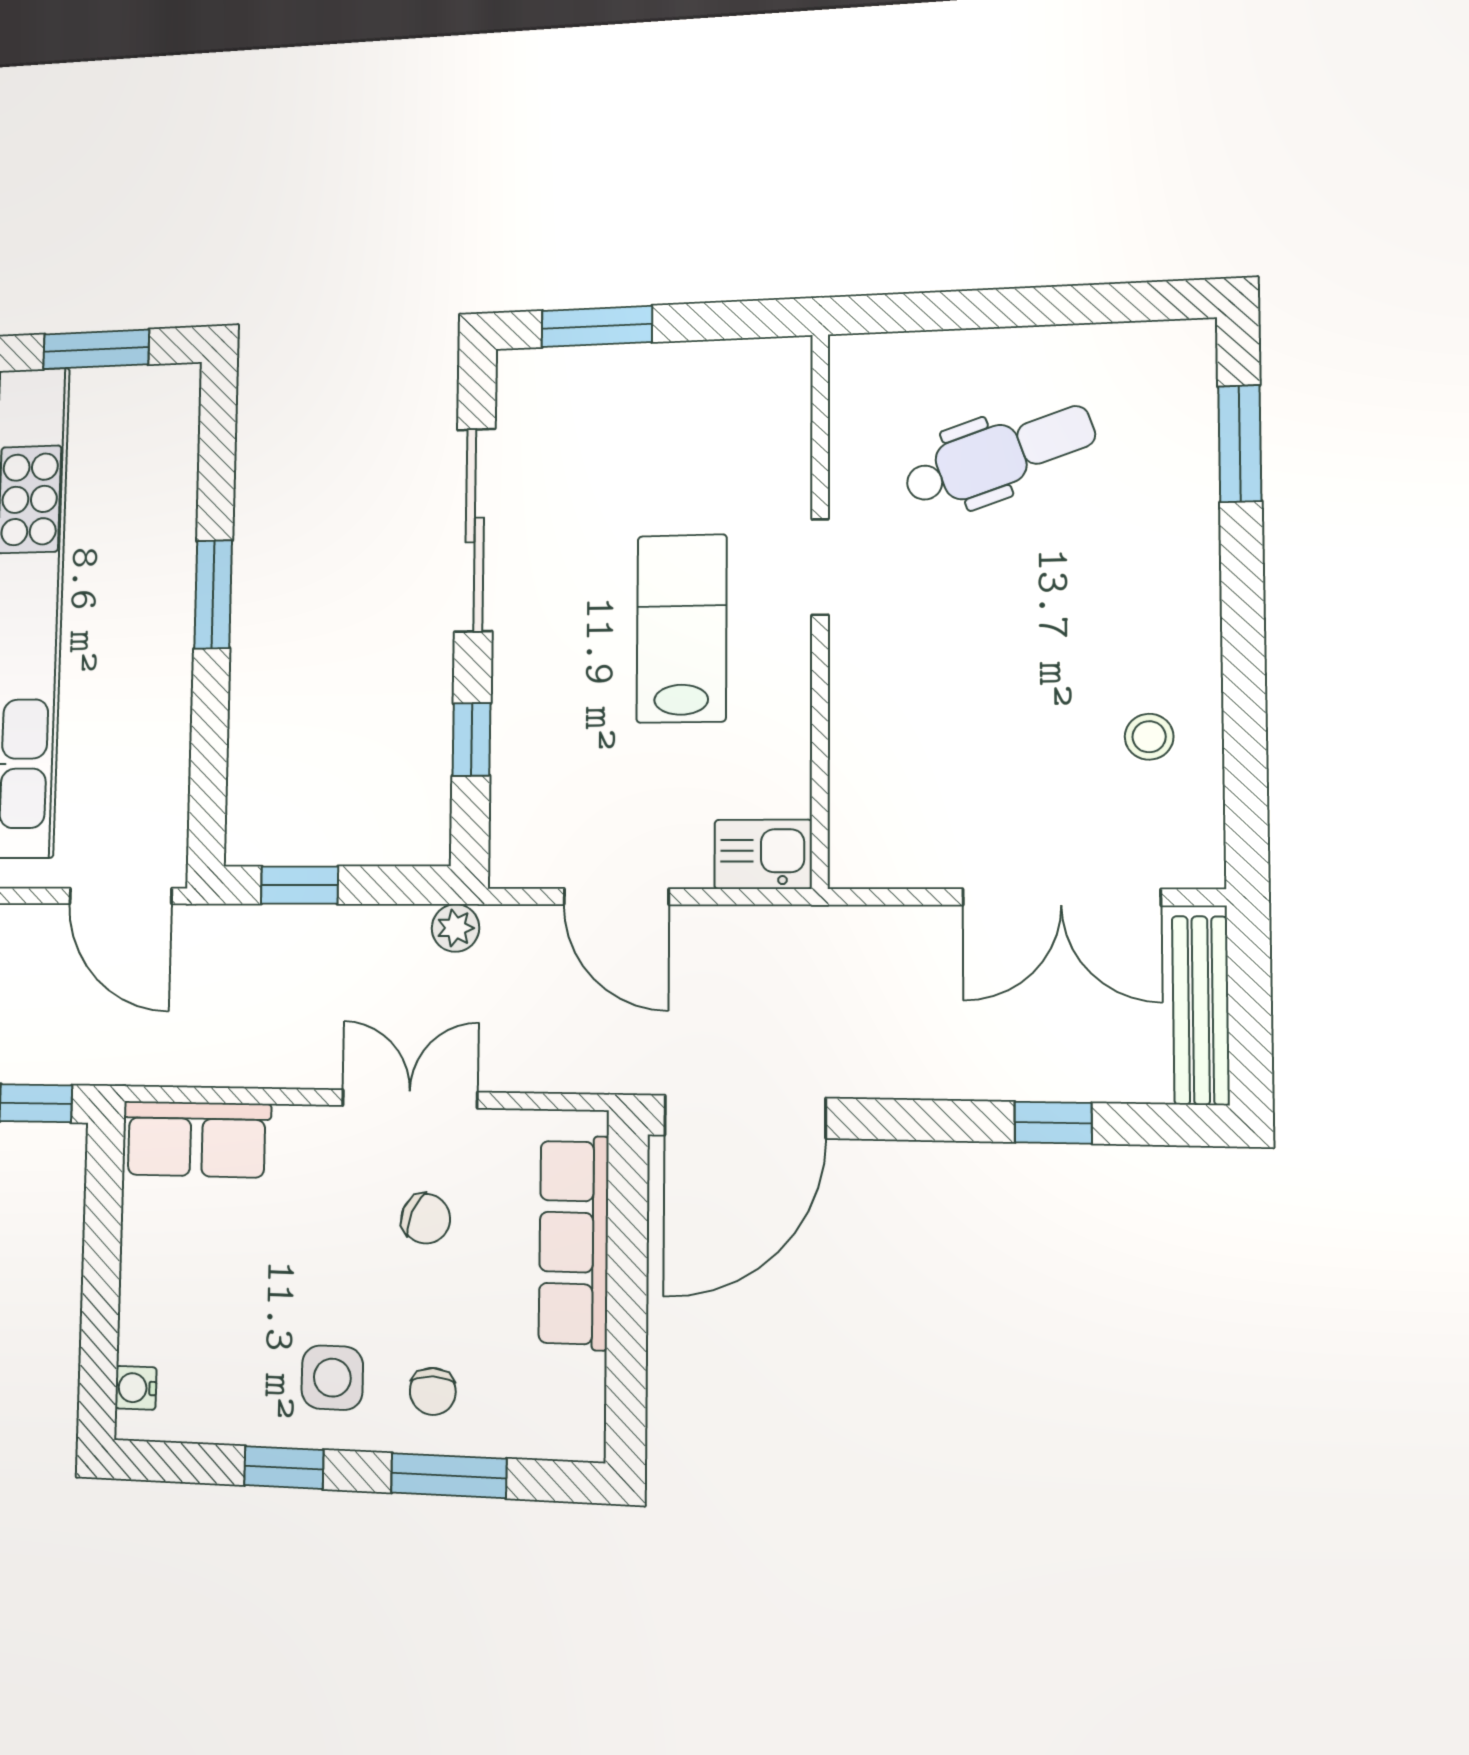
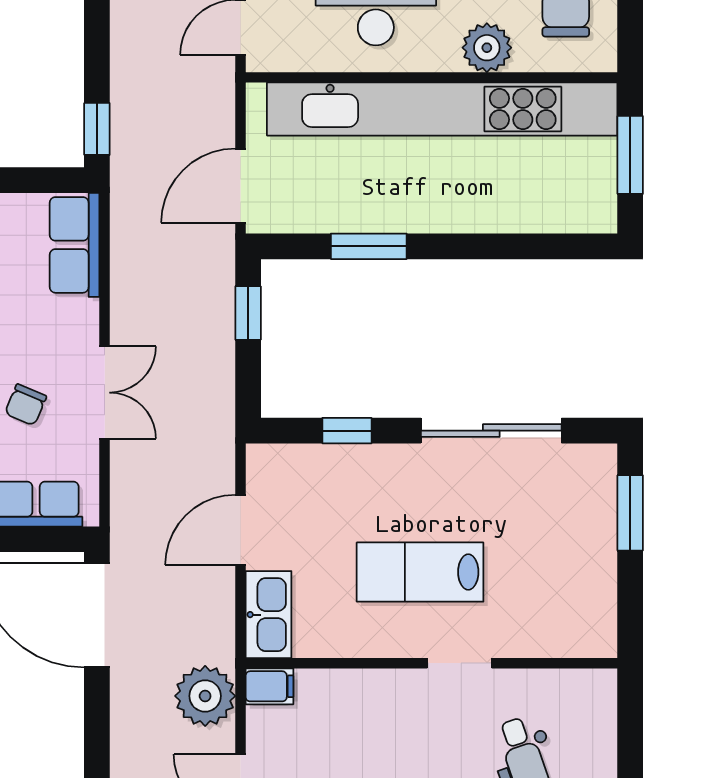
window: (213, 595) -> (369, 246), moved
lab bench: (682, 628) -> (420, 572), turned 180
filing cabinet: (856, 853) -> (270, 686), added
kitchen sink: (763, 854) -> (268, 615), width x1.38
plant: (455, 928) -> (205, 696), moved, width x1.87, depth x1.87

